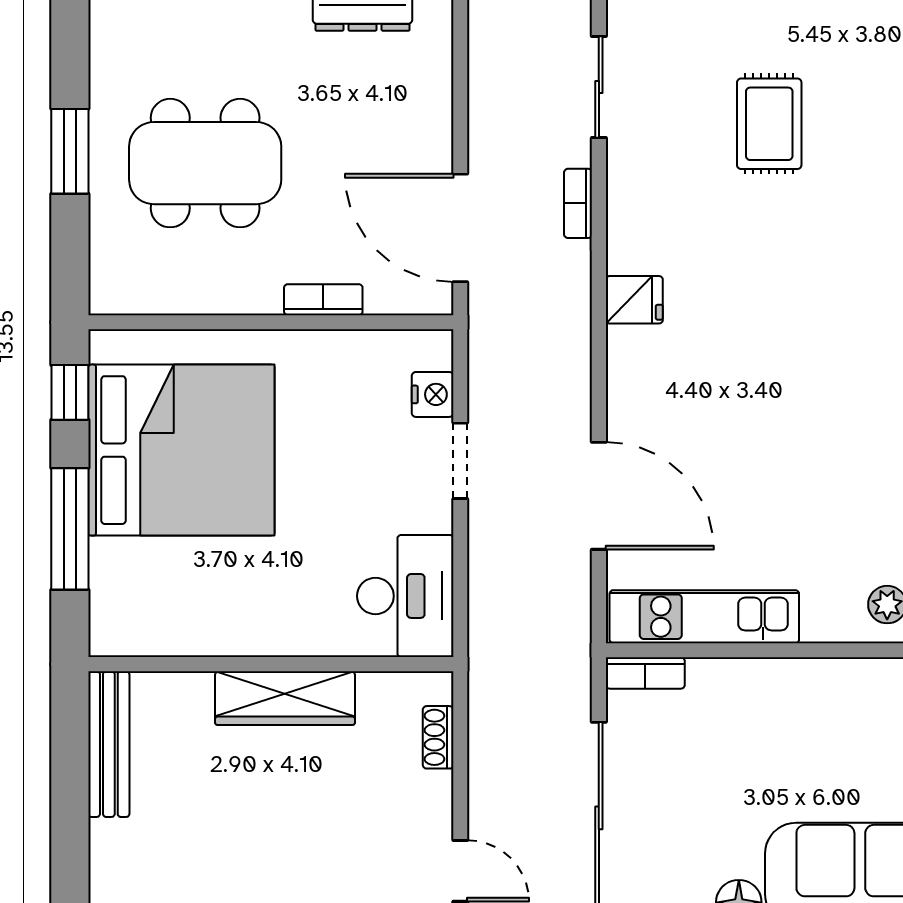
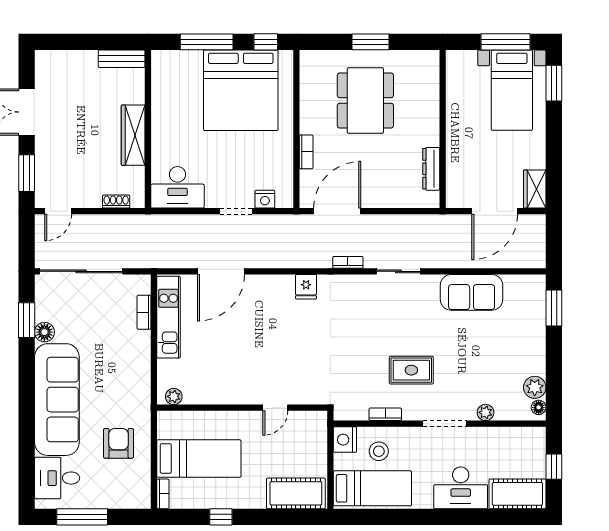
rug: (769, 124) -> (411, 370), moved
bookcase: (645, 673) -> (144, 312), moved
bench: (109, 744) -> (122, 59), width x0.73

